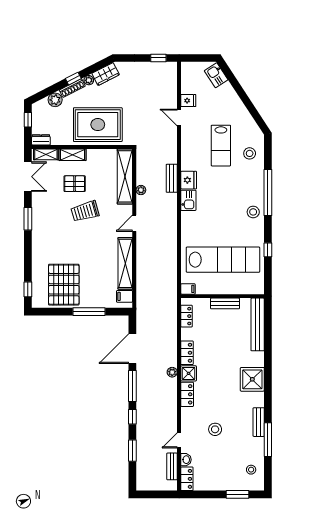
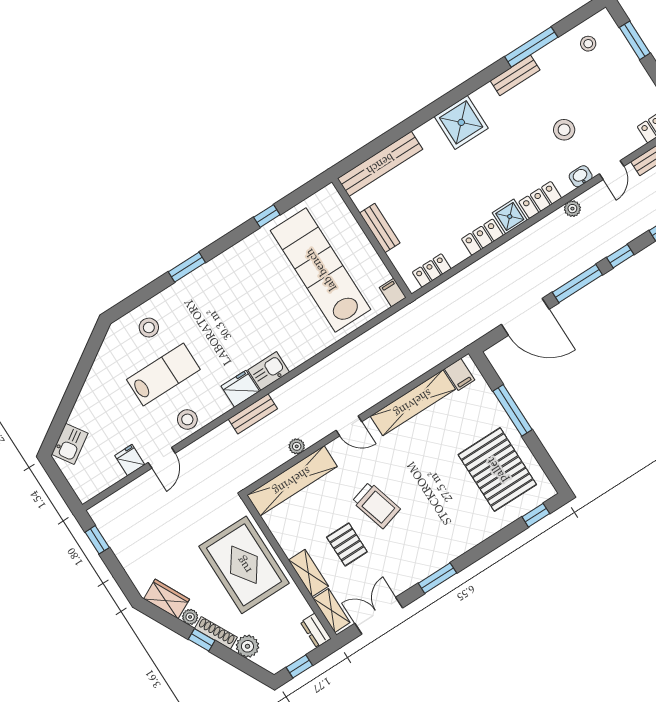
window: (268, 192) -> (187, 267), width x0.47
stool: (253, 212) -> (187, 419), moved
pallet: (64, 285) -> (497, 470), turned 90
plant: (172, 372) -> (572, 209), moved
door: (179, 440) -> (612, 170), hinge flipped
washbasin: (186, 460) -> (581, 176), moved

